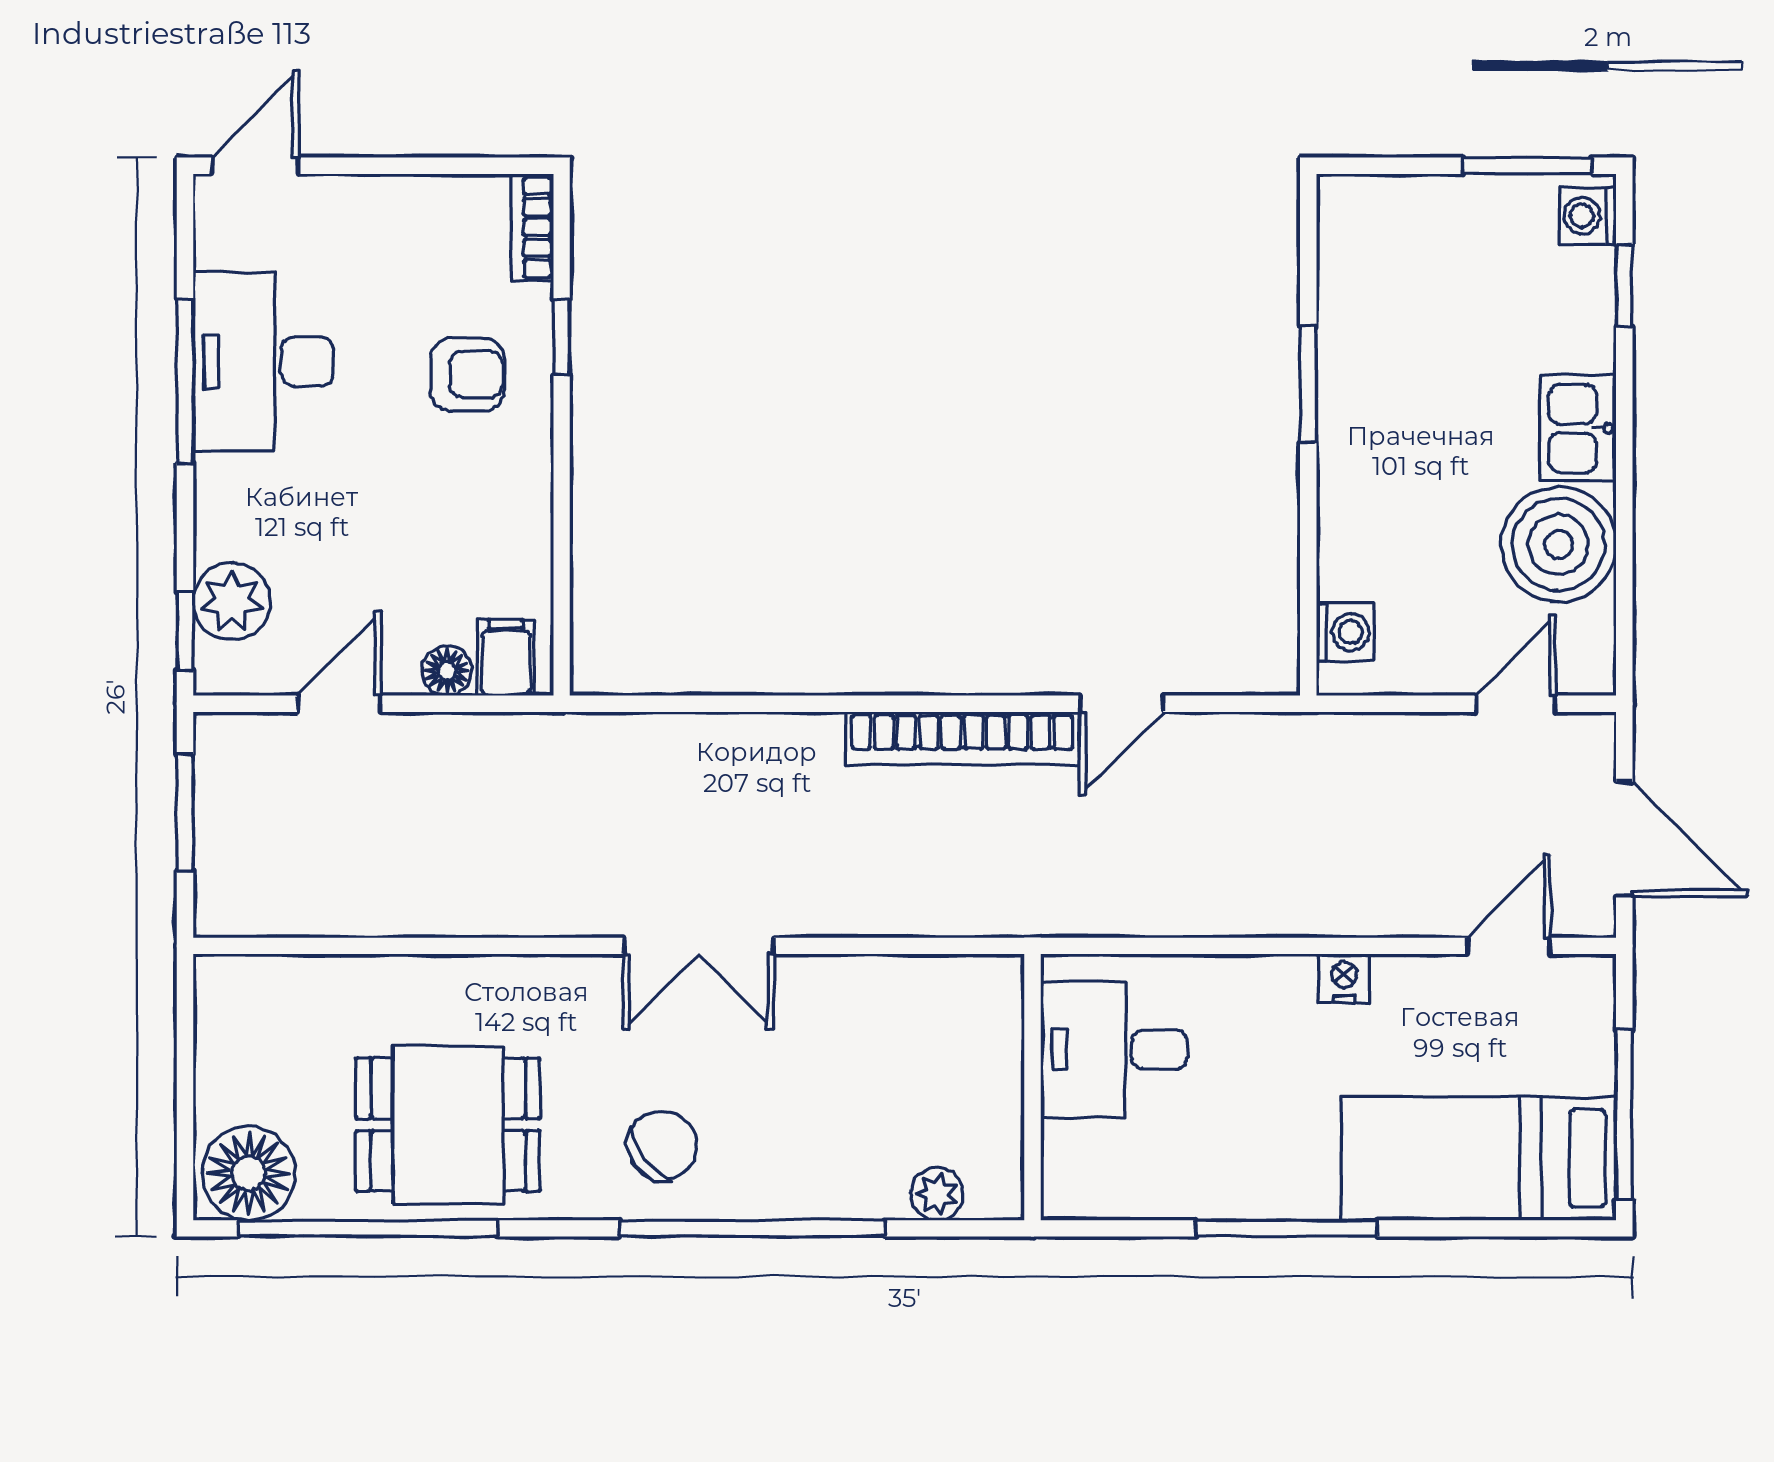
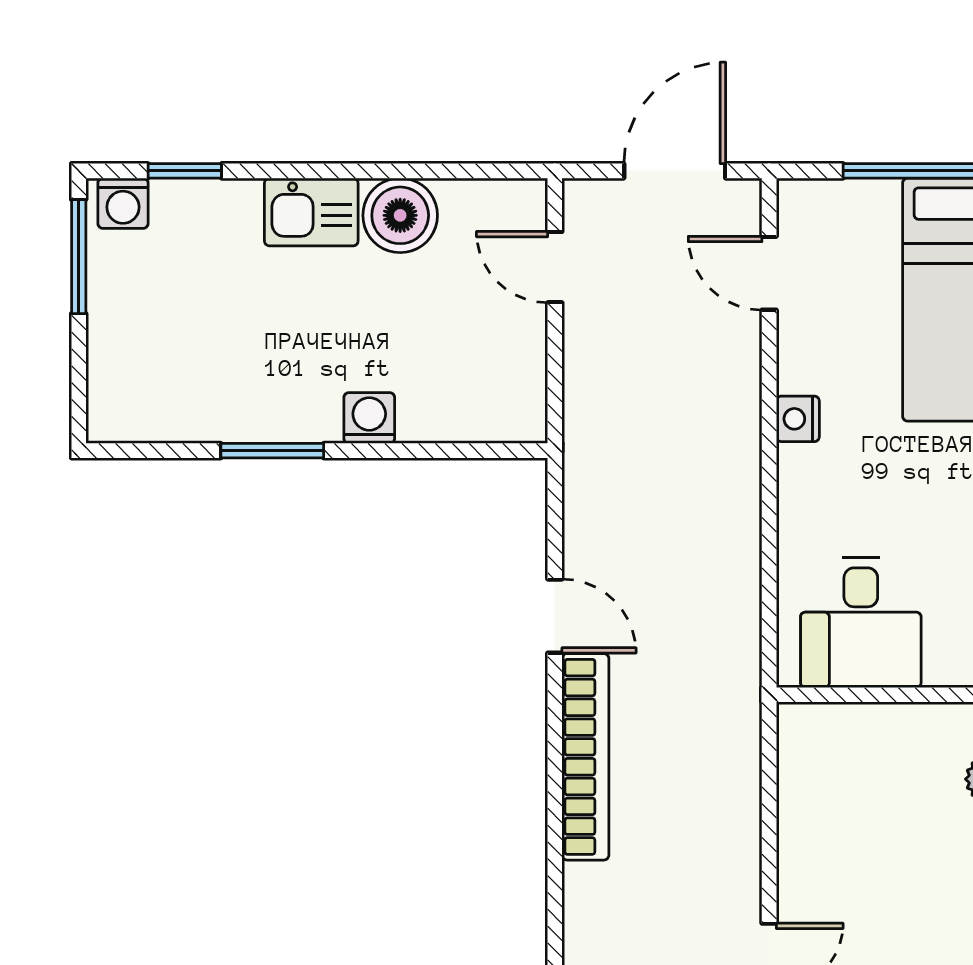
boiler: (1559, 544) -> (400, 215), width x0.73, depth x0.73
washing machine: (1345, 632) -> (369, 418), moved

